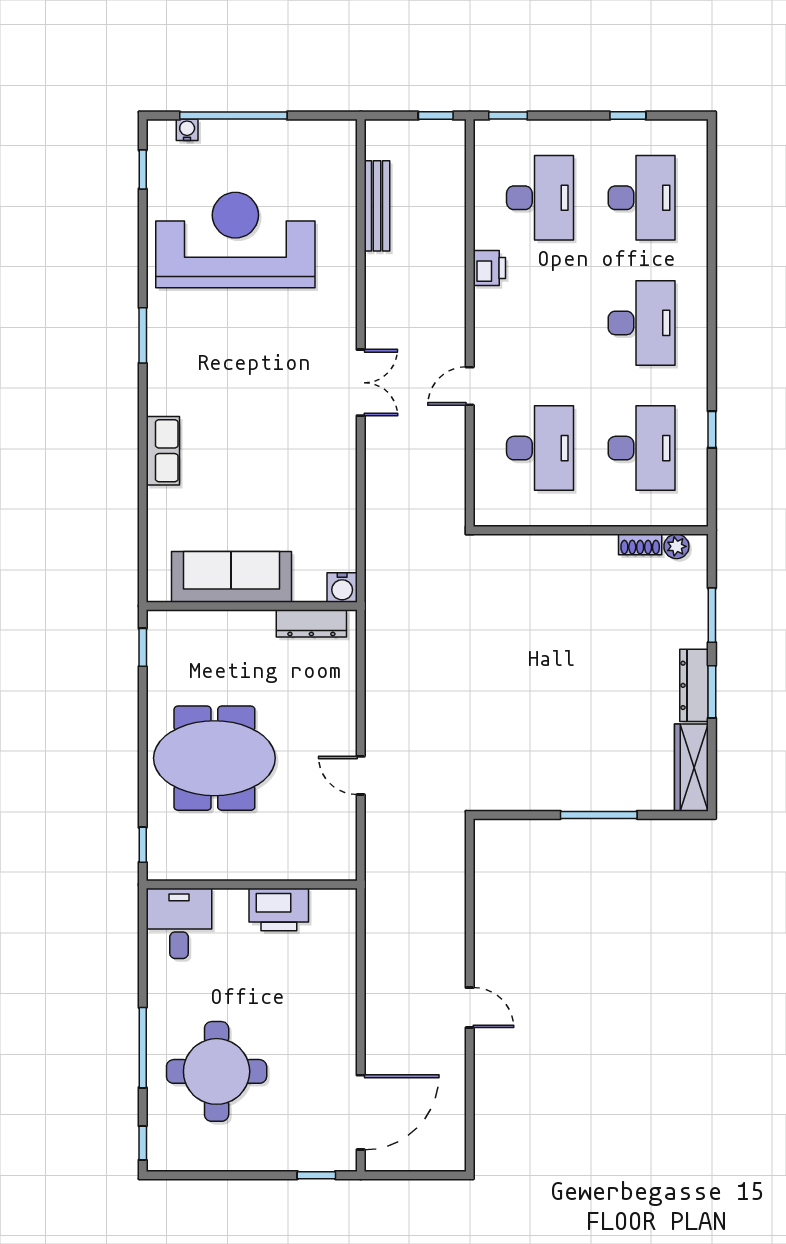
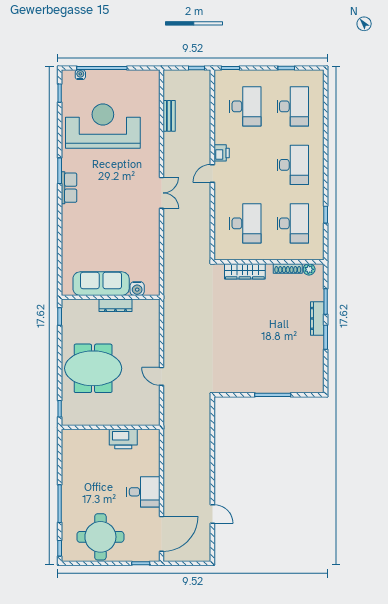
bench: (377, 206) -> (169, 116), width x0.73
printer: (489, 268) -> (222, 153), moved
door: (470, 386) -> (212, 173), moved
row of seats: (163, 451) -> (69, 188), moved
shoe rack: (640, 544) -> (288, 268), width x1.43
water cooler: (342, 587) -> (137, 289), moved
dresser: (311, 623) -> (115, 305), moved
dresser: (694, 685) -> (317, 318), moved
wardrobe: (691, 767) -> (245, 271), moved, turned -90
desk: (179, 923) -> (143, 492), moved, turned 90
door: (470, 1008) -> (212, 514), moved
round table: (217, 1071) -> (100, 537), moved

